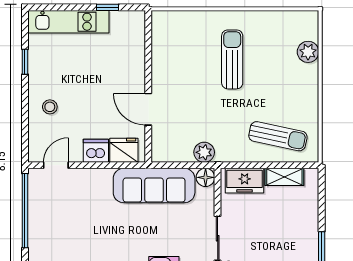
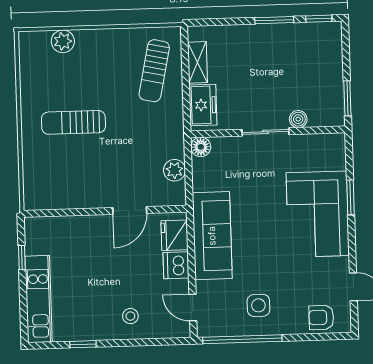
sun lounger: (278, 136) -> (154, 71), turned 180
plant: (204, 152) -> (175, 170), moved
sofa: (154, 186) -> (212, 236), moved
side table: (56, 227) -> (258, 305), added

